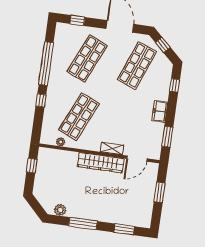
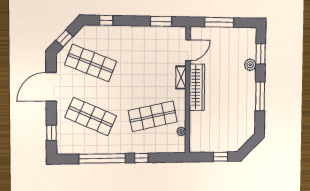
freezer: (160, 111) -> (136, 33), removed
shop shelf: (79, 117) -> (153, 116), turned -36
door: (137, 159) -> (188, 50), hinge flipped
window: (32, 166) -> (220, 157), moved
window: (160, 192) -> (219, 22), width x1.44
plant: (60, 210) -> (250, 65), moved

